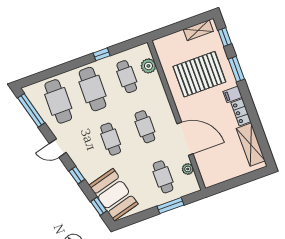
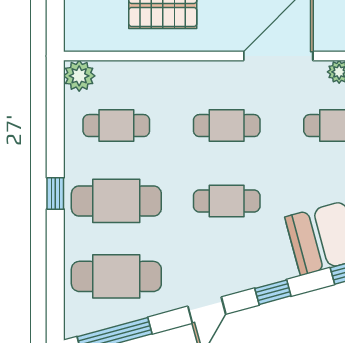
window: (102, 54) -> (55, 193), moved
plant: (148, 66) -> (79, 76), moved

